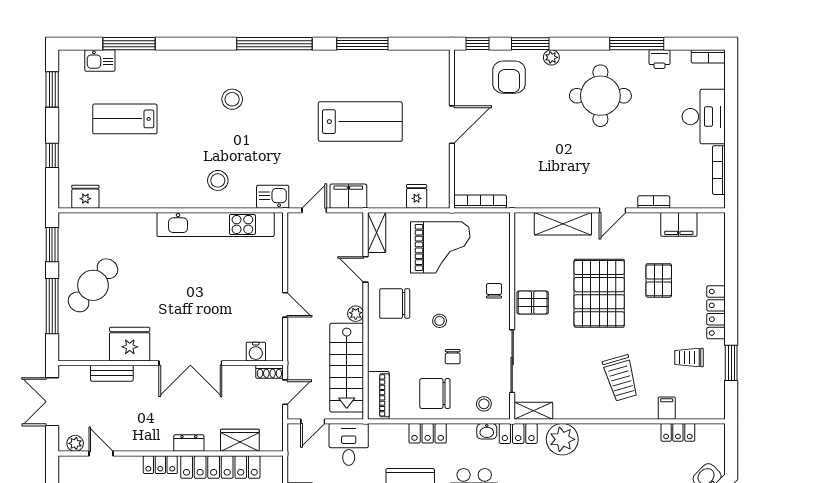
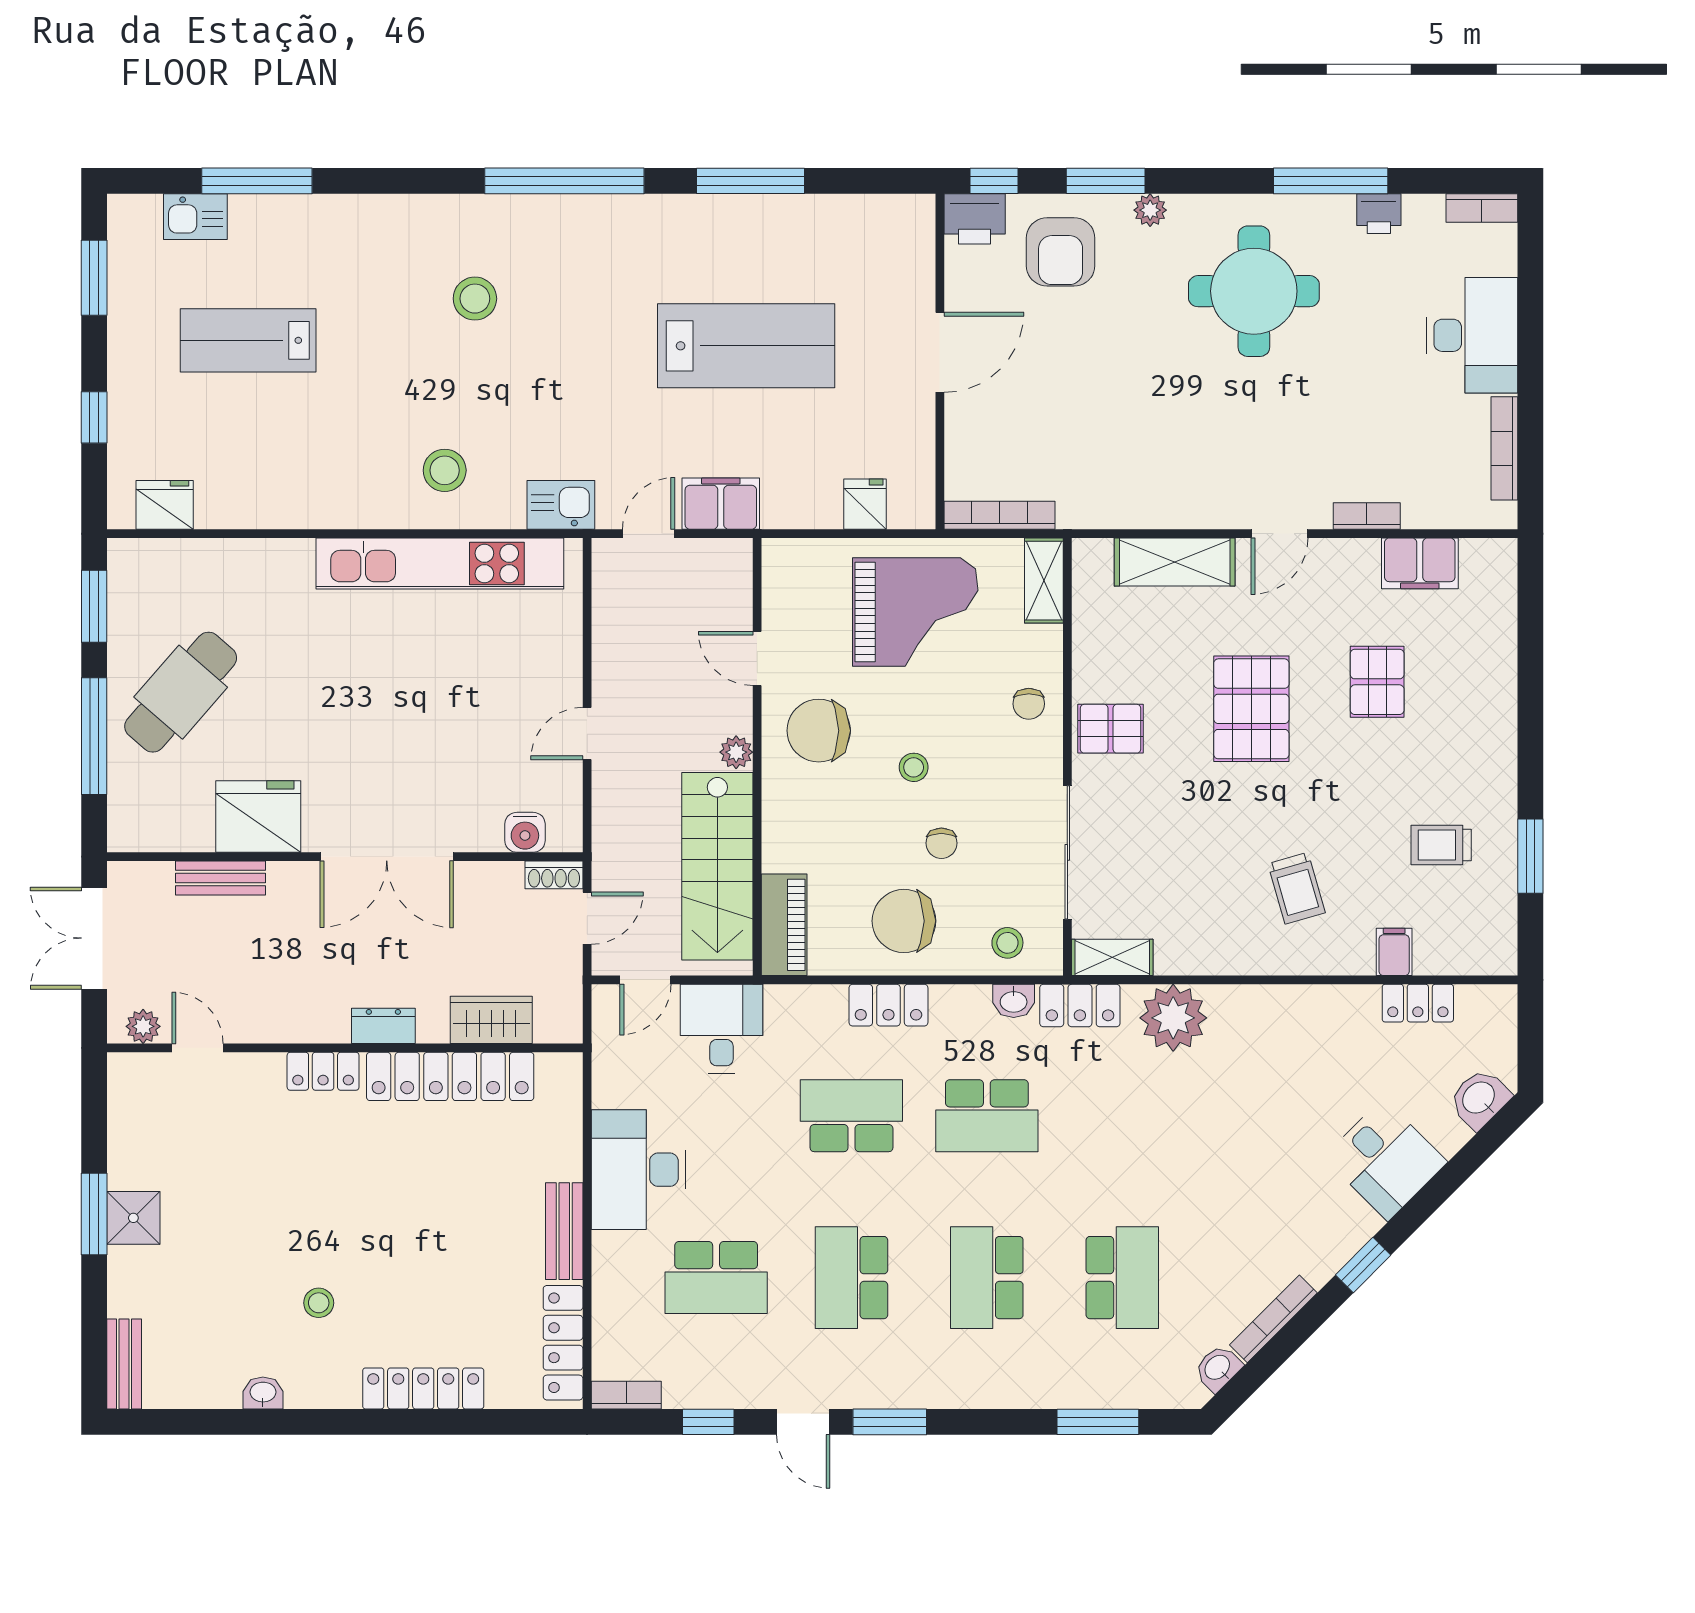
printer: (468, 62) -> (975, 219), added
shelving: (377, 233) -> (1044, 581), moved
chair: (494, 291) -> (1029, 704), turned 180
pallet: (599, 293) -> (1251, 709), width x0.73, depth x0.71
door: (285, 305) -> (587, 734), swing flipped
locker: (716, 312) -> (1498, 749), removed
trolley: (621, 378) -> (1297, 888), width x0.73, depth x0.72

